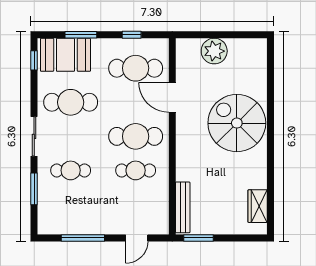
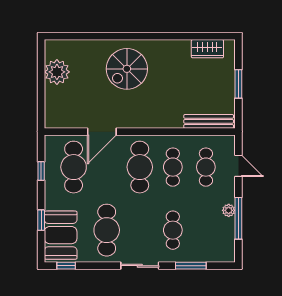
window: (81, 35) -> (41, 220), width x0.67
plant: (214, 51) -> (57, 72), moved
spiral stairs: (237, 123) -> (127, 69), width x0.73, depth x0.73
cafe table: (136, 205) -> (206, 167), added
plant: (91, 228) -> (229, 210), added
window: (198, 238) -> (238, 84), moved

